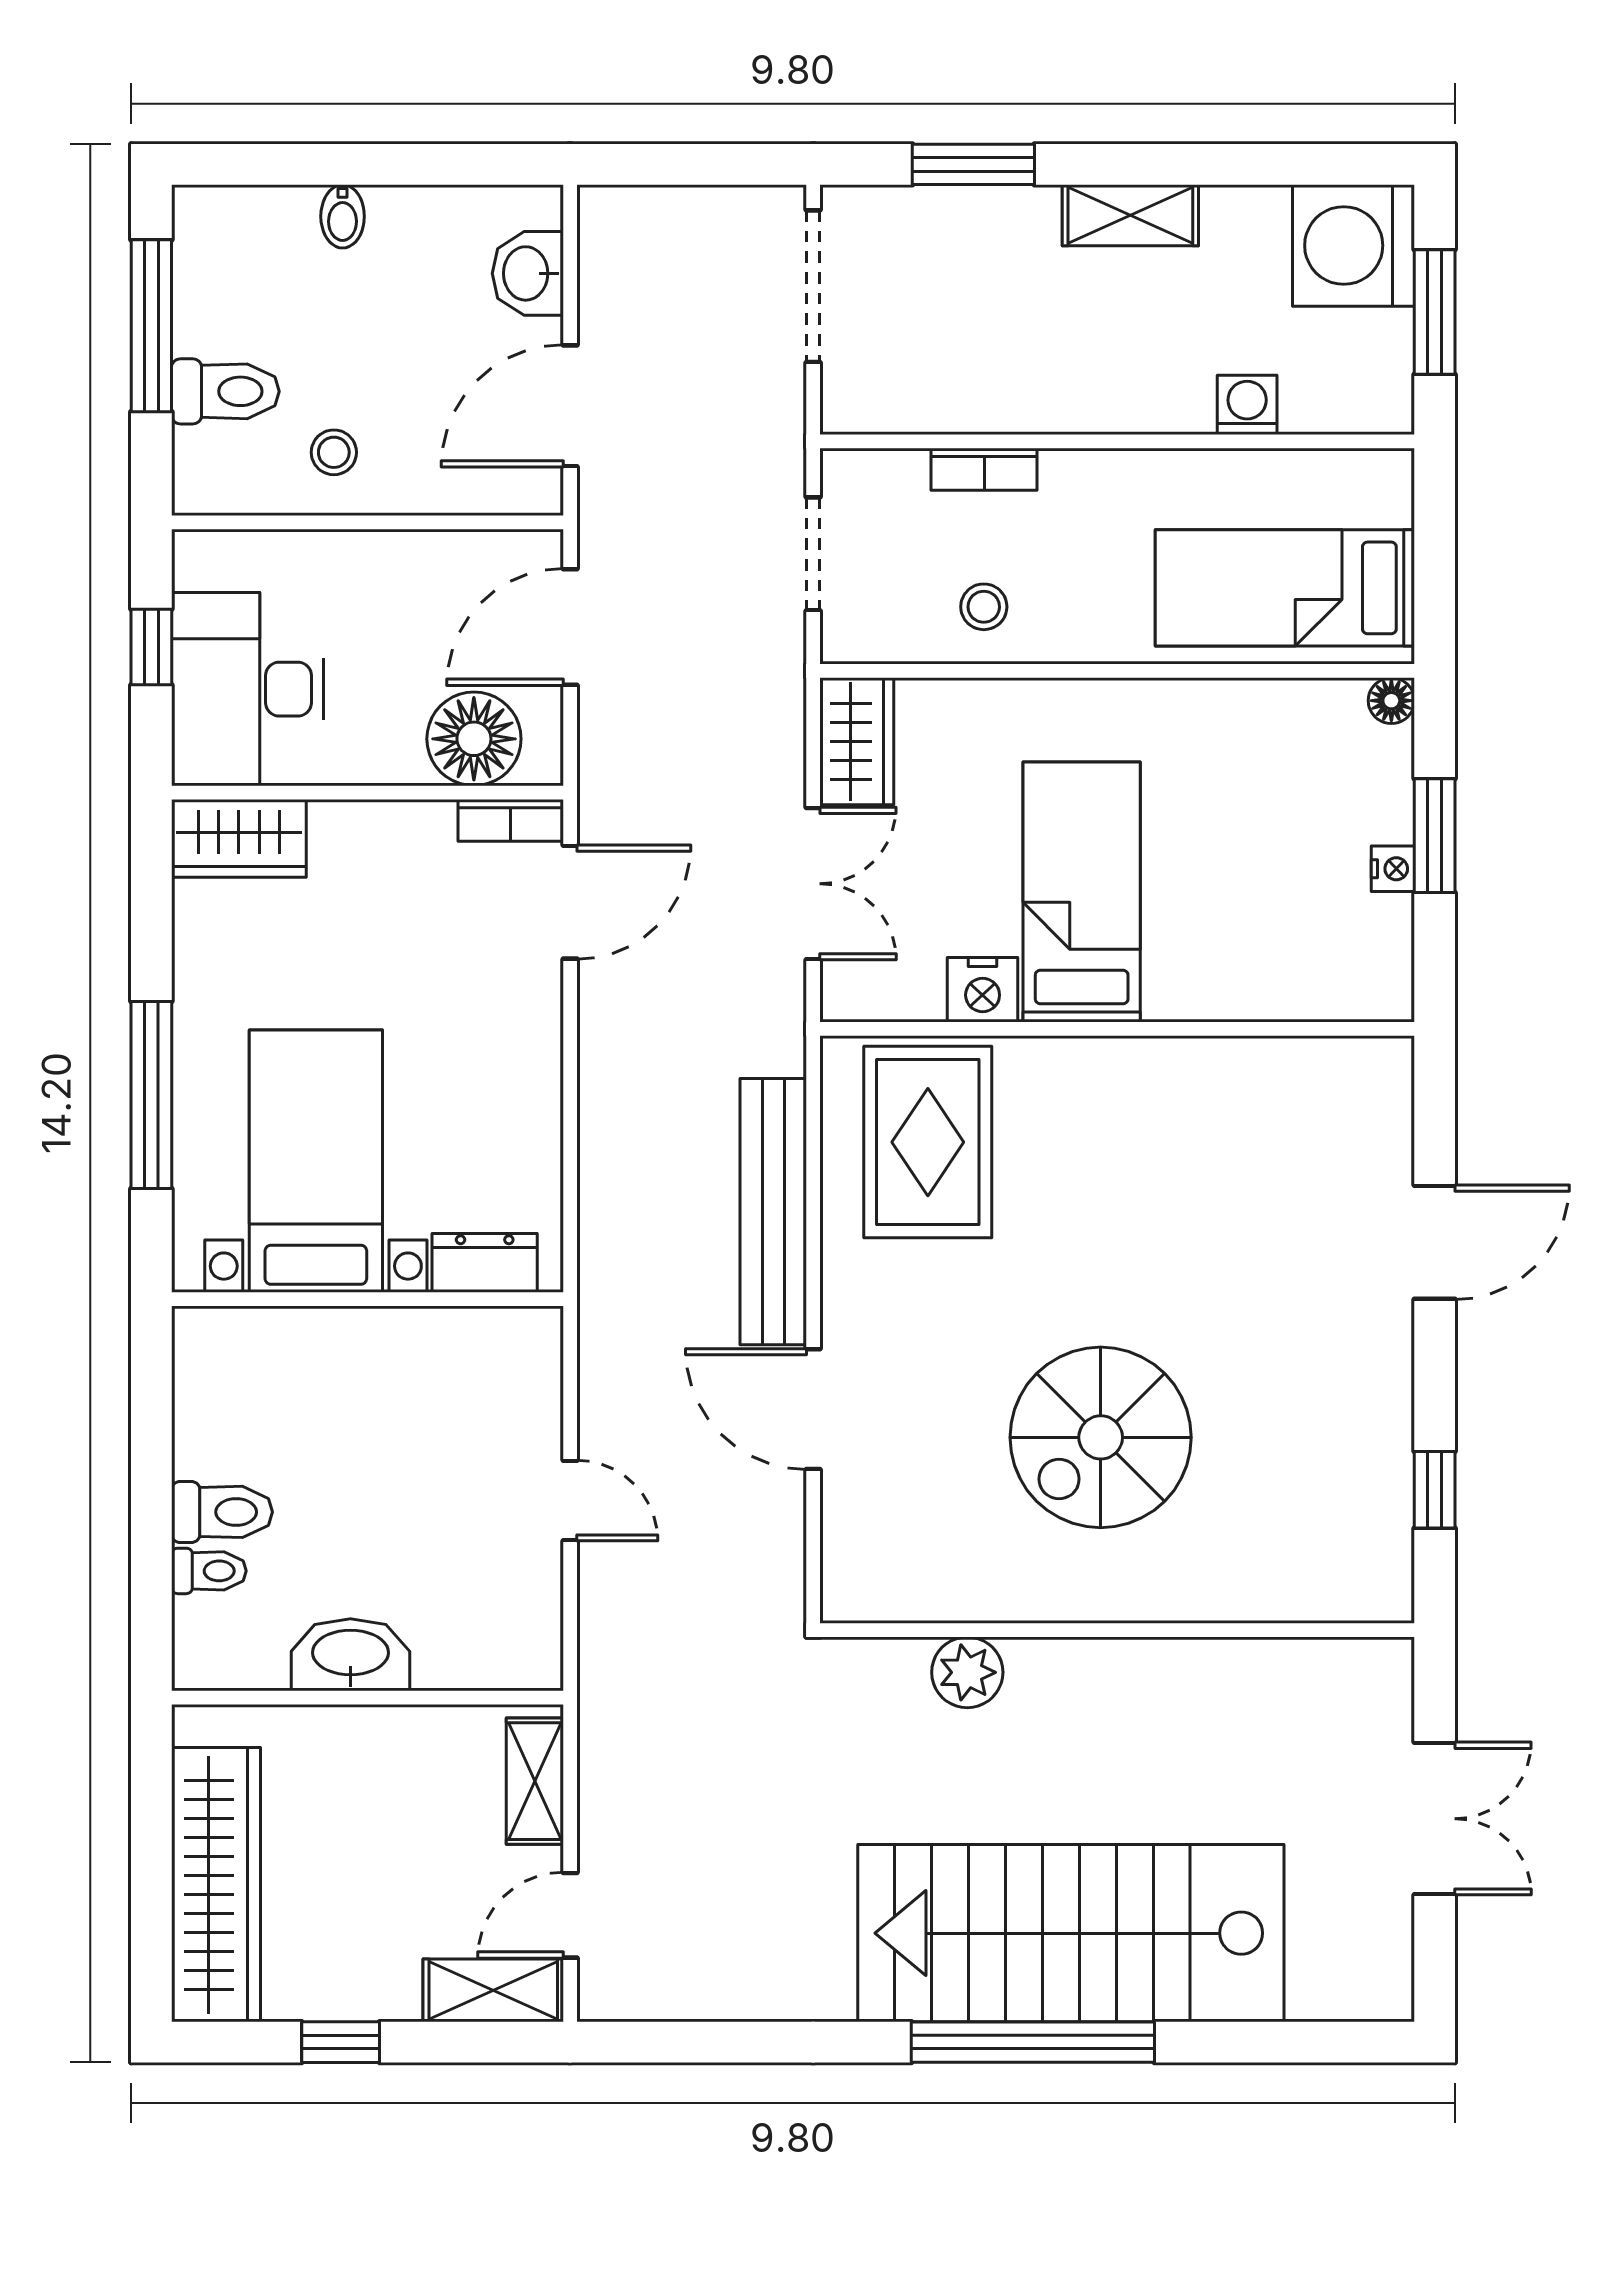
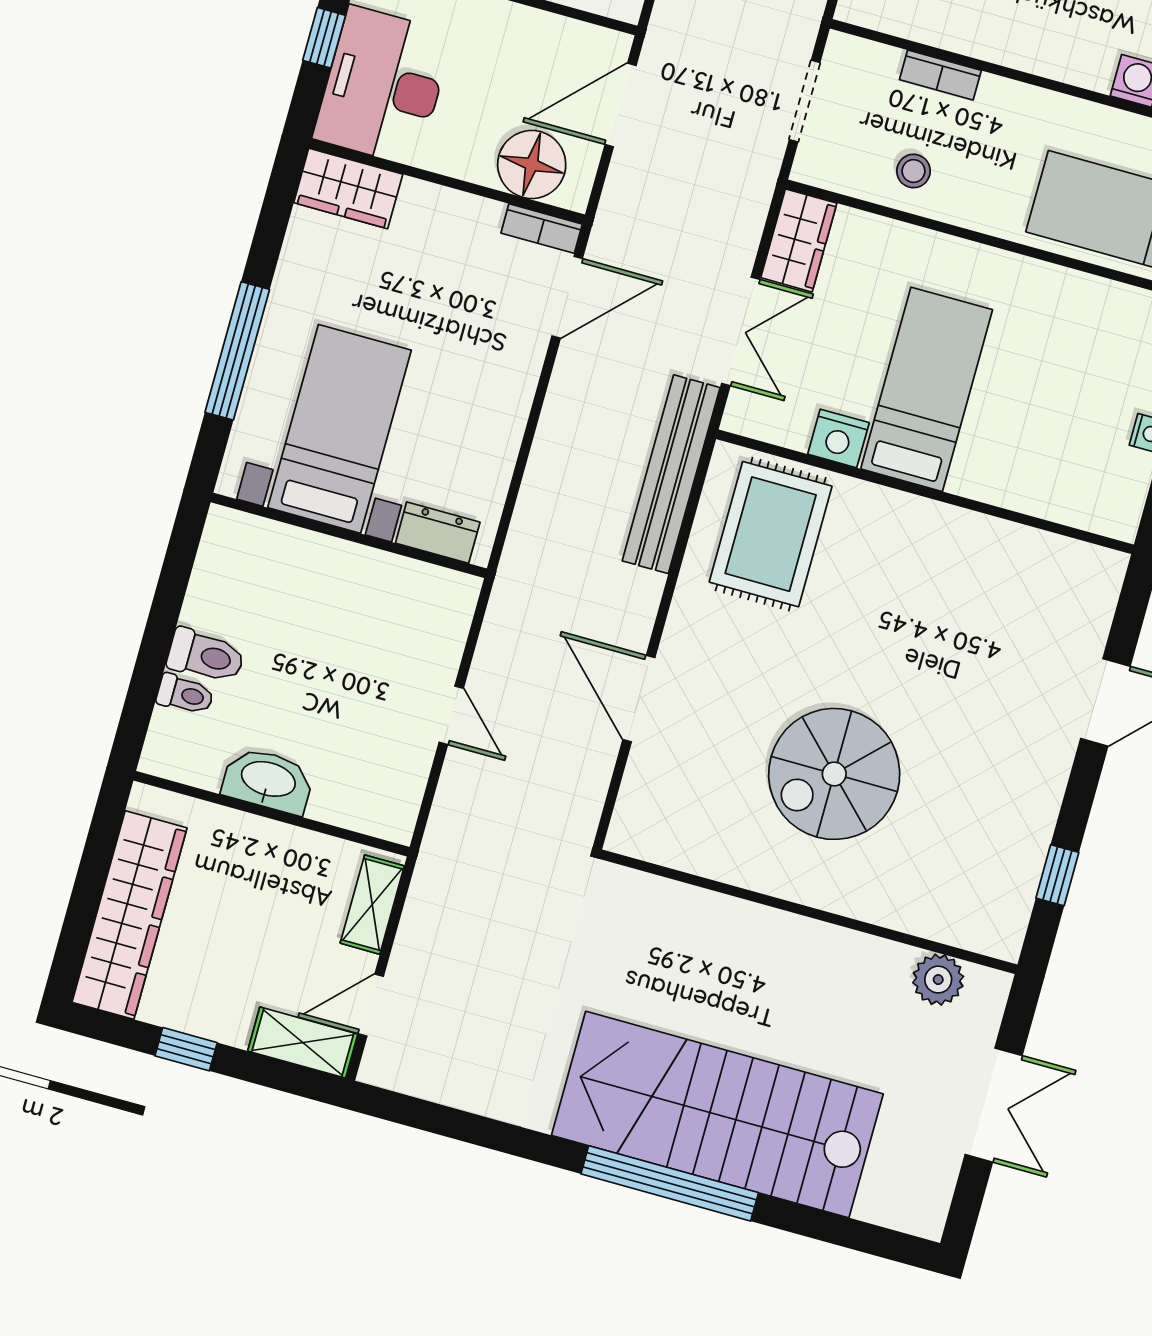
bench: (773, 1212) -> (671, 474), moved
plant: (967, 1672) -> (938, 980), moved

